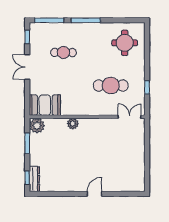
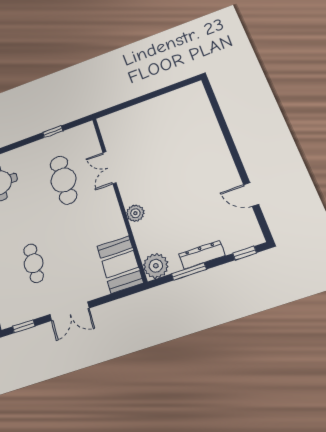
double door: (129, 117) -> (109, 168), moved
dresser: (34, 179) -> (202, 255), moved
door: (94, 194) -> (251, 194), moved

